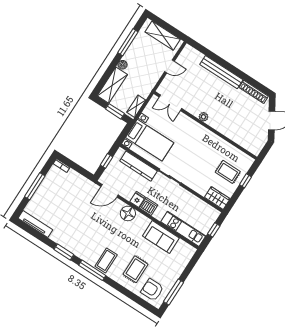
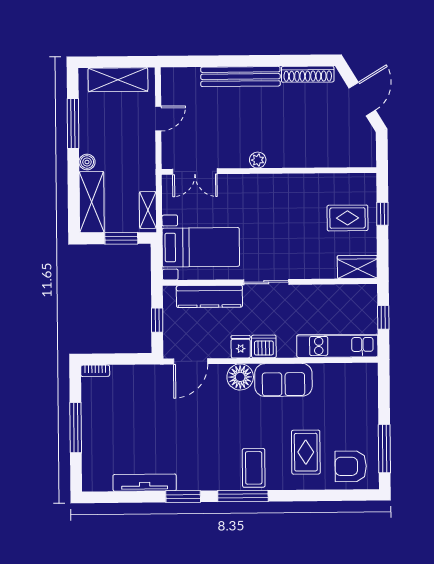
tv unit: (35, 224) -> (145, 483), moved
sofa: (161, 237) -> (283, 380), moved

